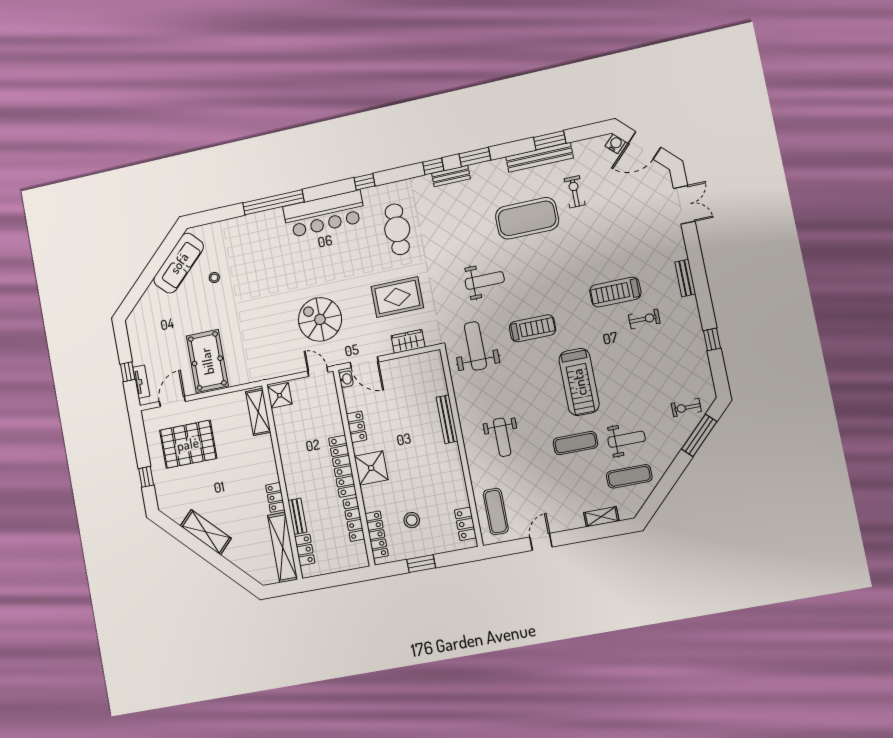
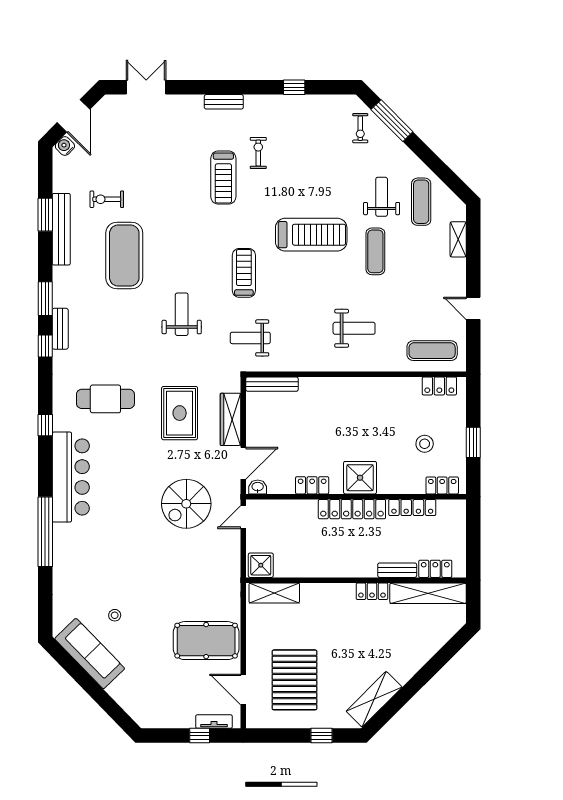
wardrobe: (408, 341) -> (230, 419), width x1.50
weight bench: (475, 346) -> (250, 338), width x0.73, depth x0.75
bench: (447, 419) -> (272, 384), moved
shelving: (206, 532) -> (374, 699), moved
locker: (377, 535) -> (442, 485), width x0.66

